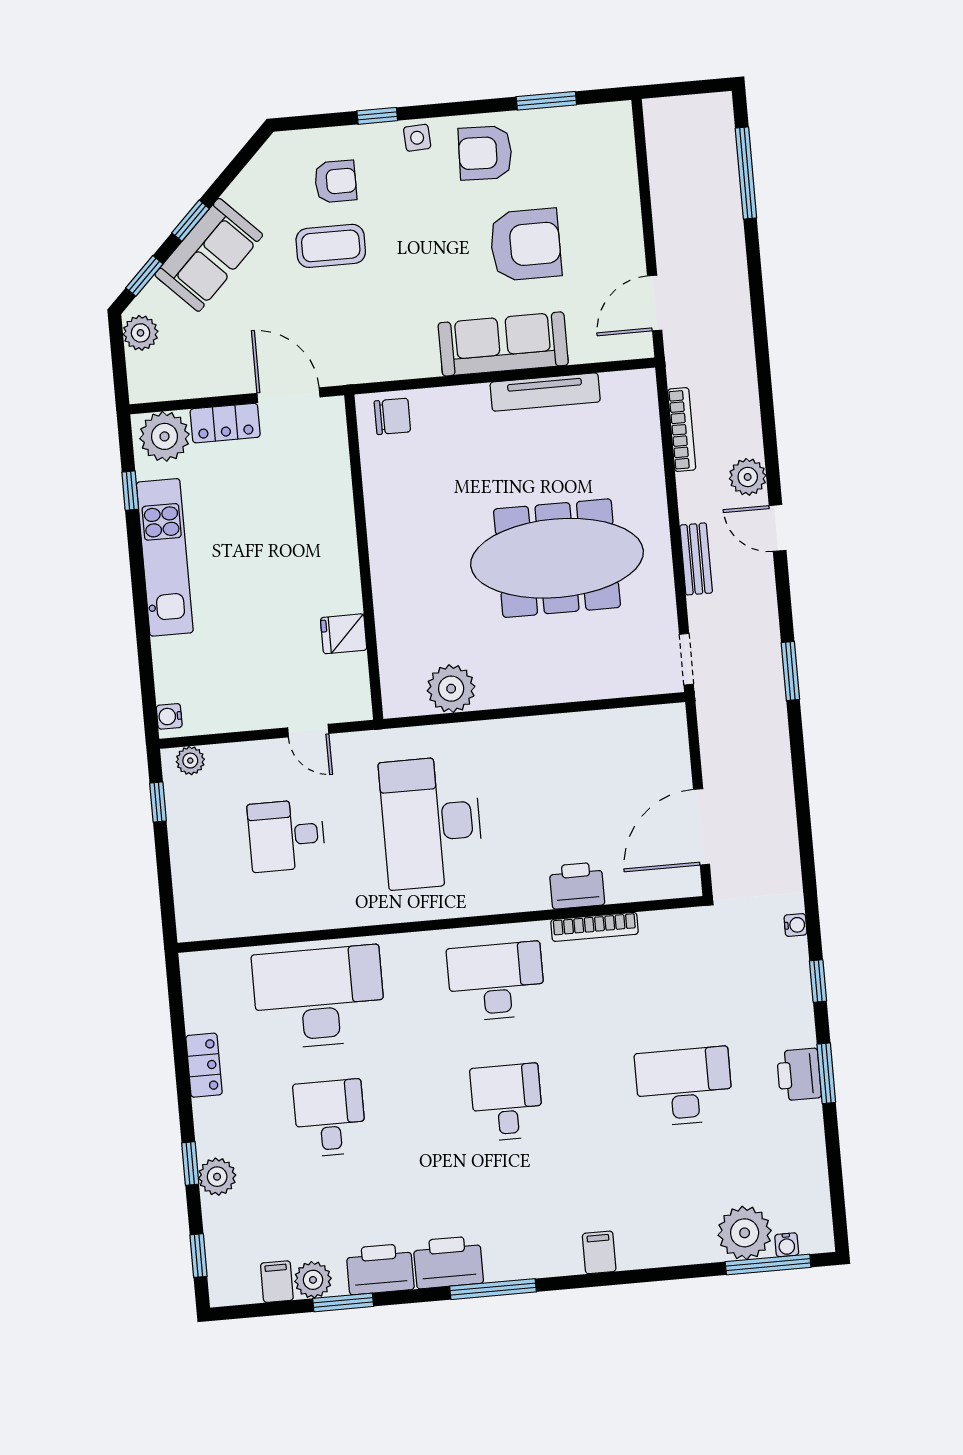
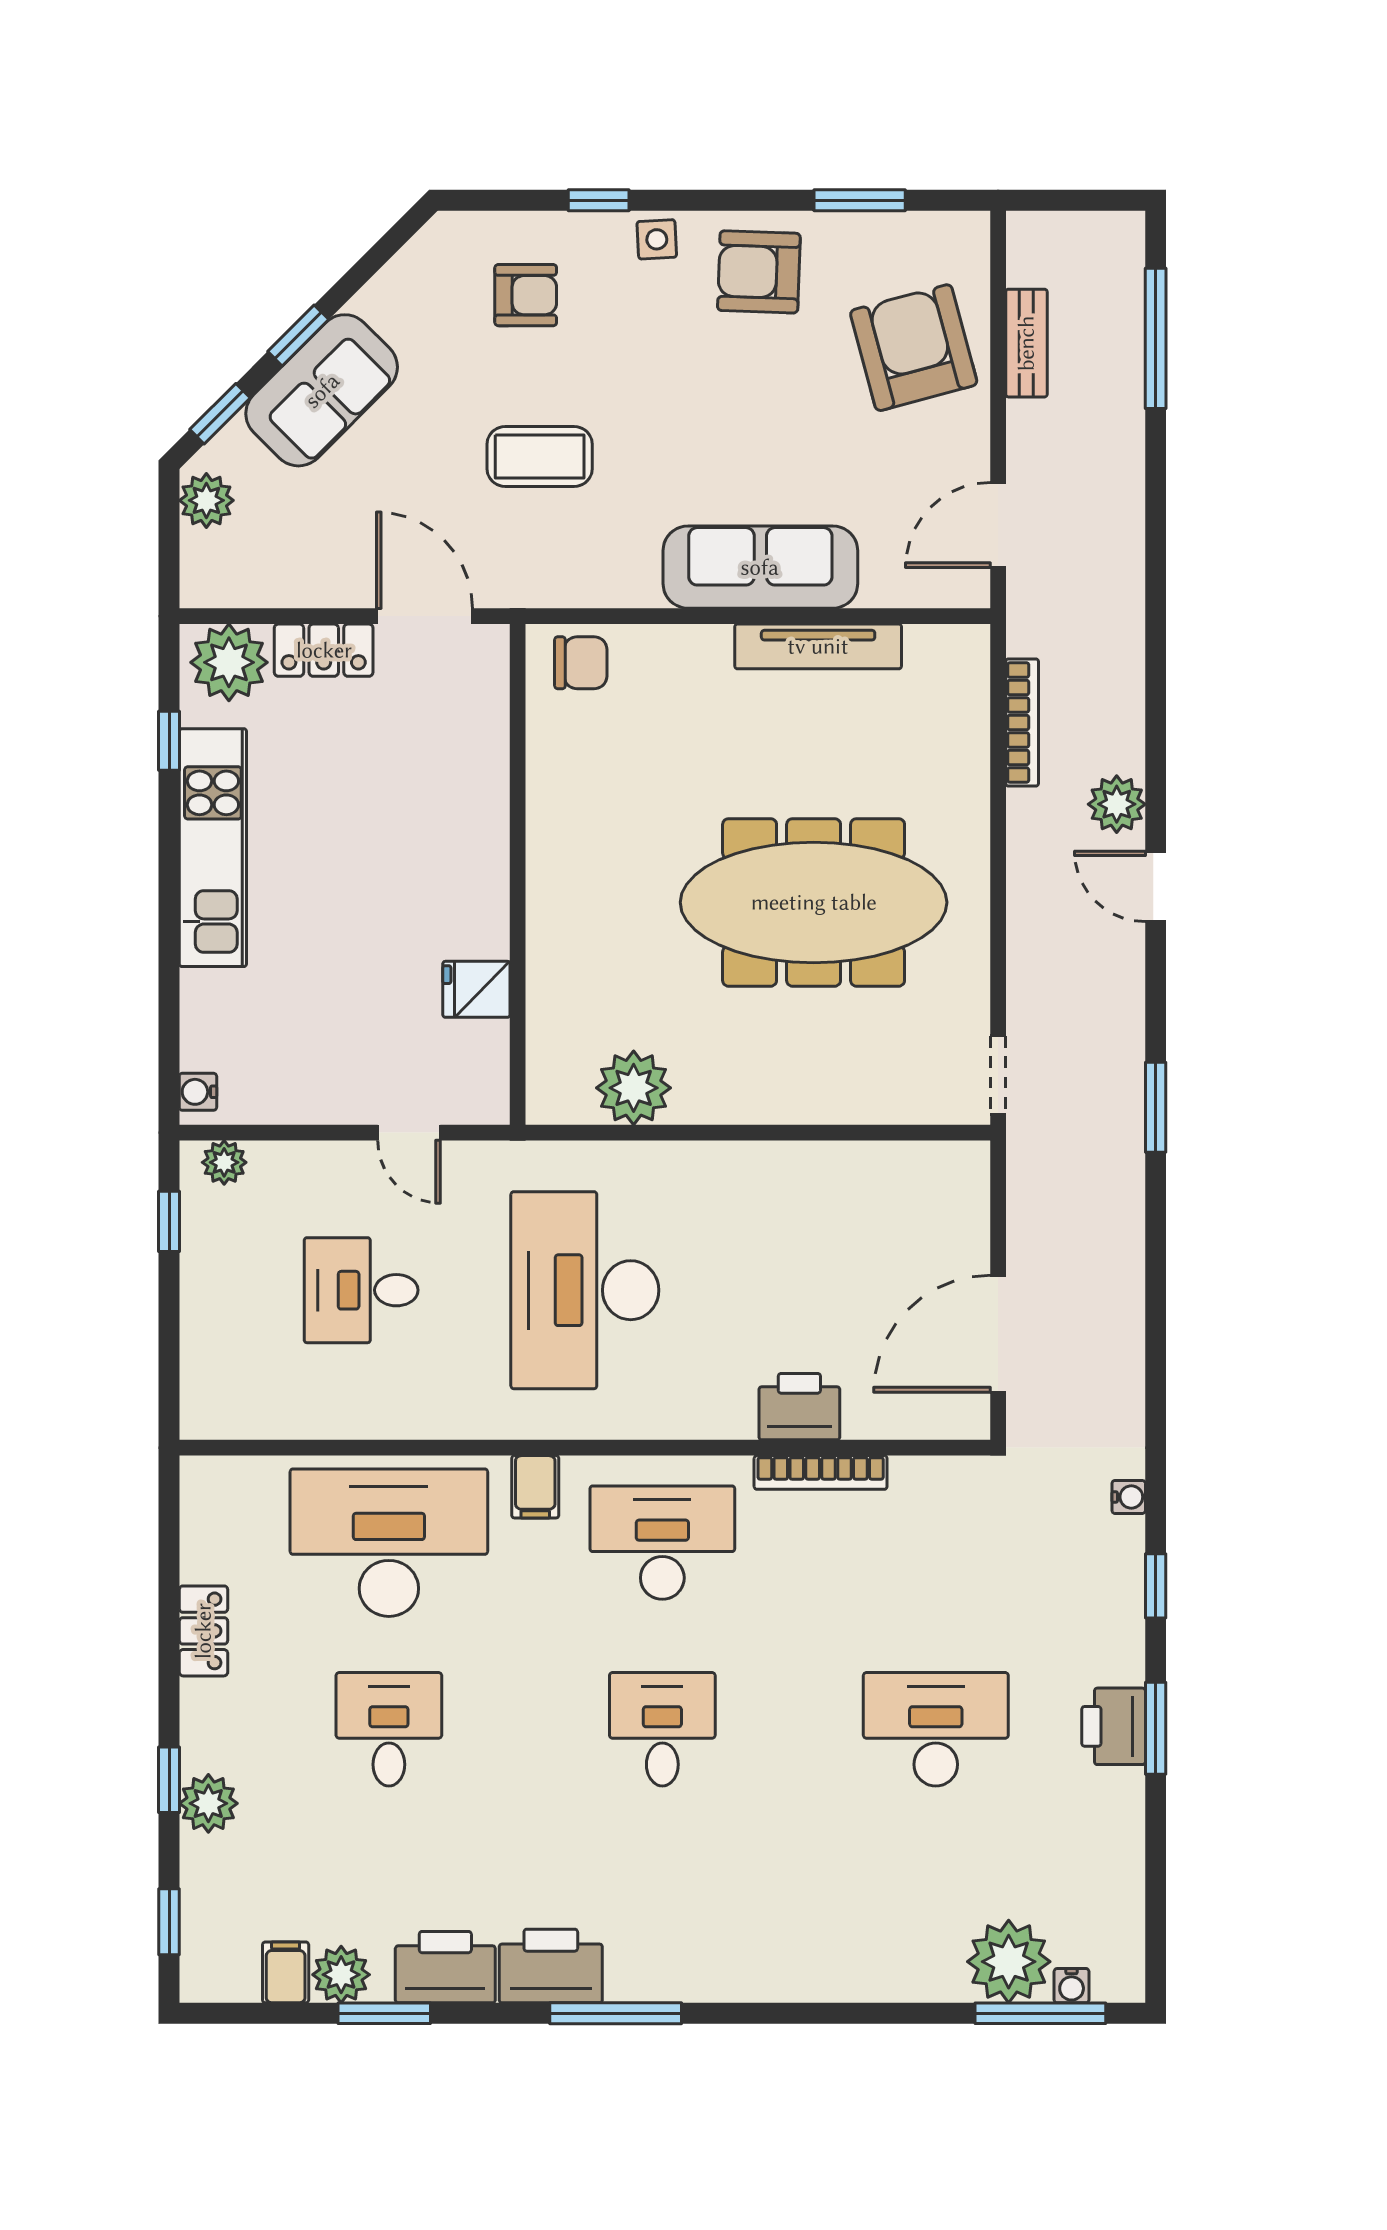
armchair: (525, 245) -> (914, 348), moved, turned -105
coffee table: (331, 246) -> (540, 456), moved
bench: (696, 559) -> (1026, 343), moved
filing cabinet: (599, 1252) -> (535, 1487), moved, turned 180

